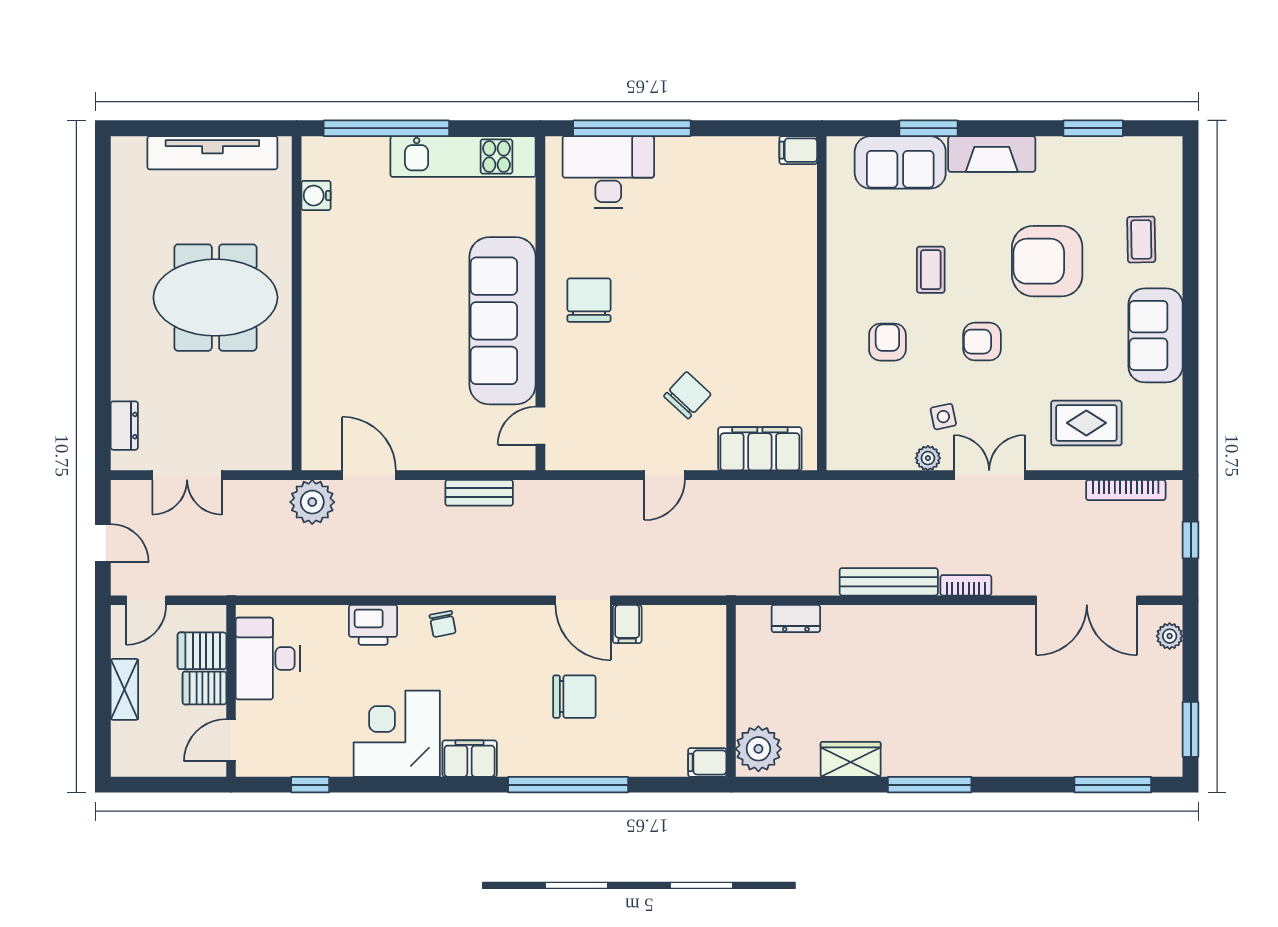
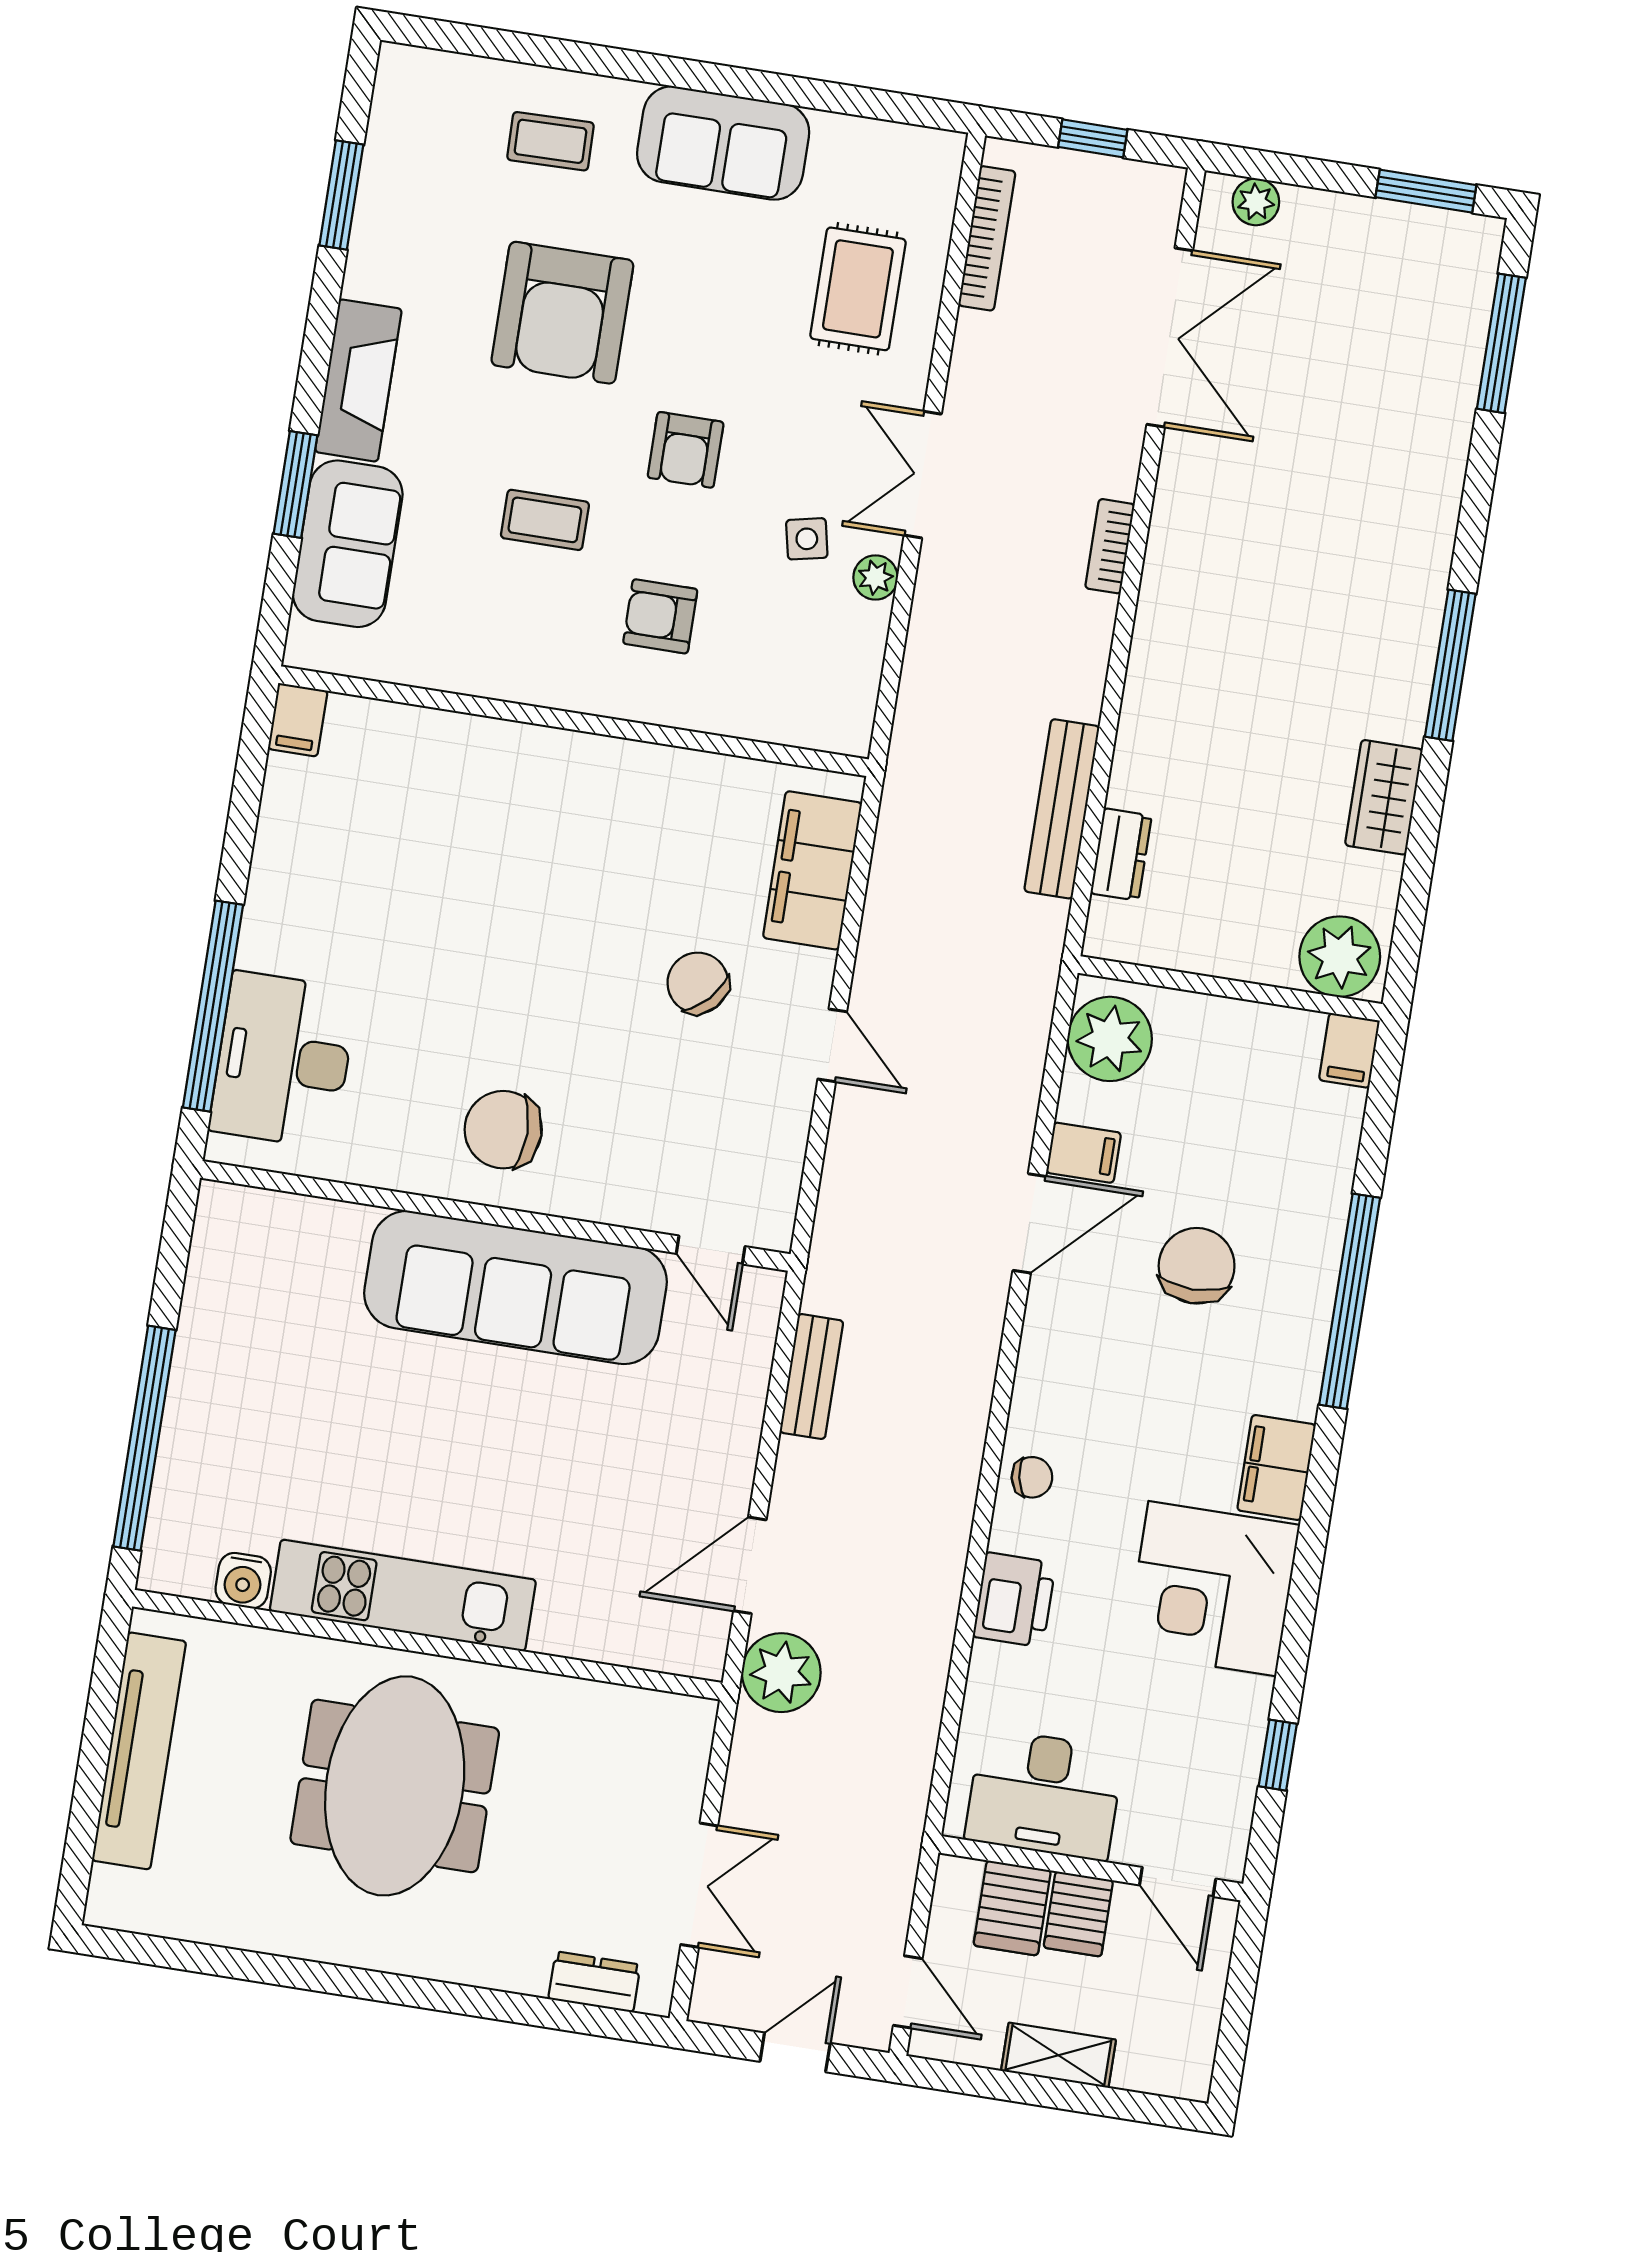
kitchen unit: (463, 157) -> (403, 1595), moved, turned -90
bench: (889, 582) -> (1062, 809), moved
plant: (693, 629) -> (1110, 1039), added

